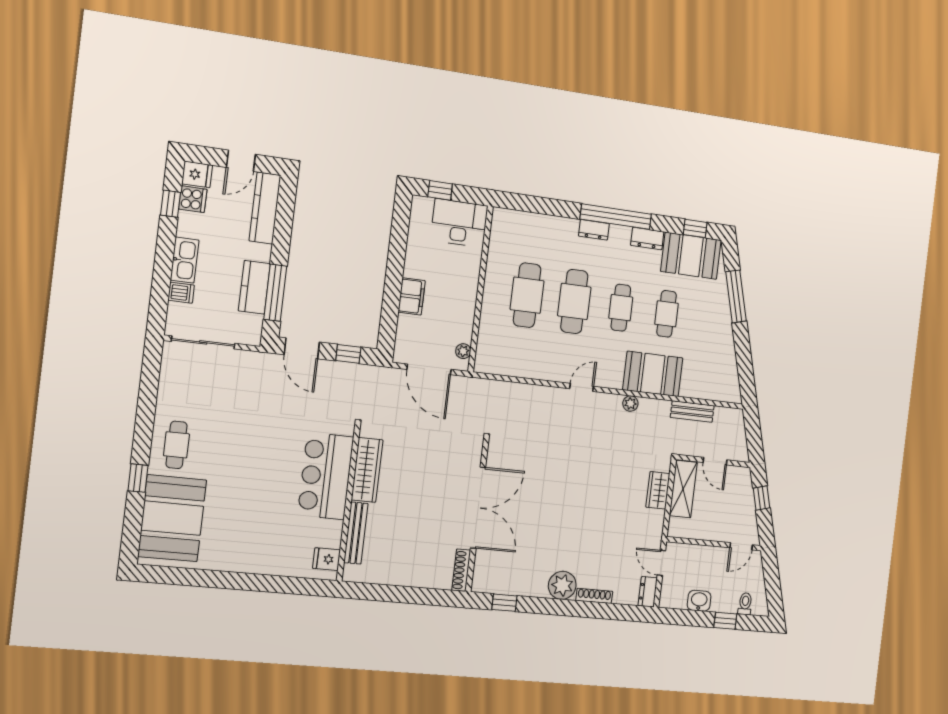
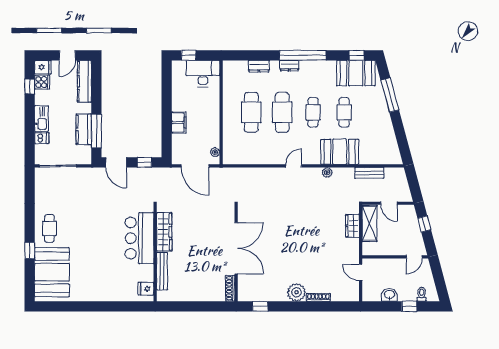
dresser: (647, 238) -> (259, 66), moved
dresser: (648, 592) -> (354, 292), removed

